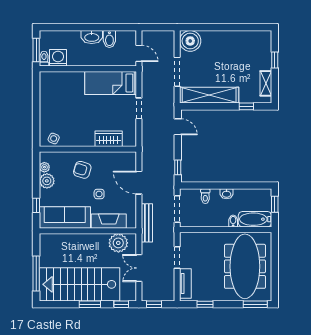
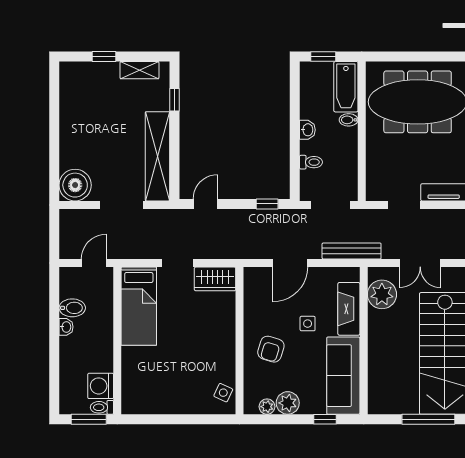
washbasin: (92, 37) -> (66, 327), width x0.52, depth x0.69
wardrobe: (109, 139) -> (215, 279), moved, turned -90

